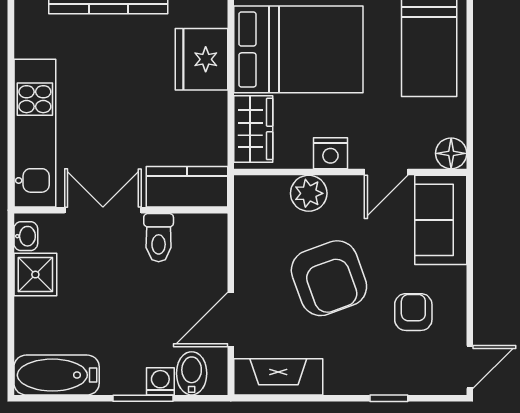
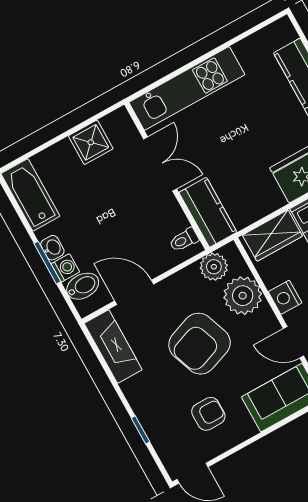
plant: (309, 193) -> (243, 296), width x1.36, depth x1.36
plant: (252, 214) -> (214, 267), added
washbasin: (26, 236) -> (52, 248), moved, turned -90
toilet: (159, 238) -> (184, 240), moved, width x0.73, depth x0.72

